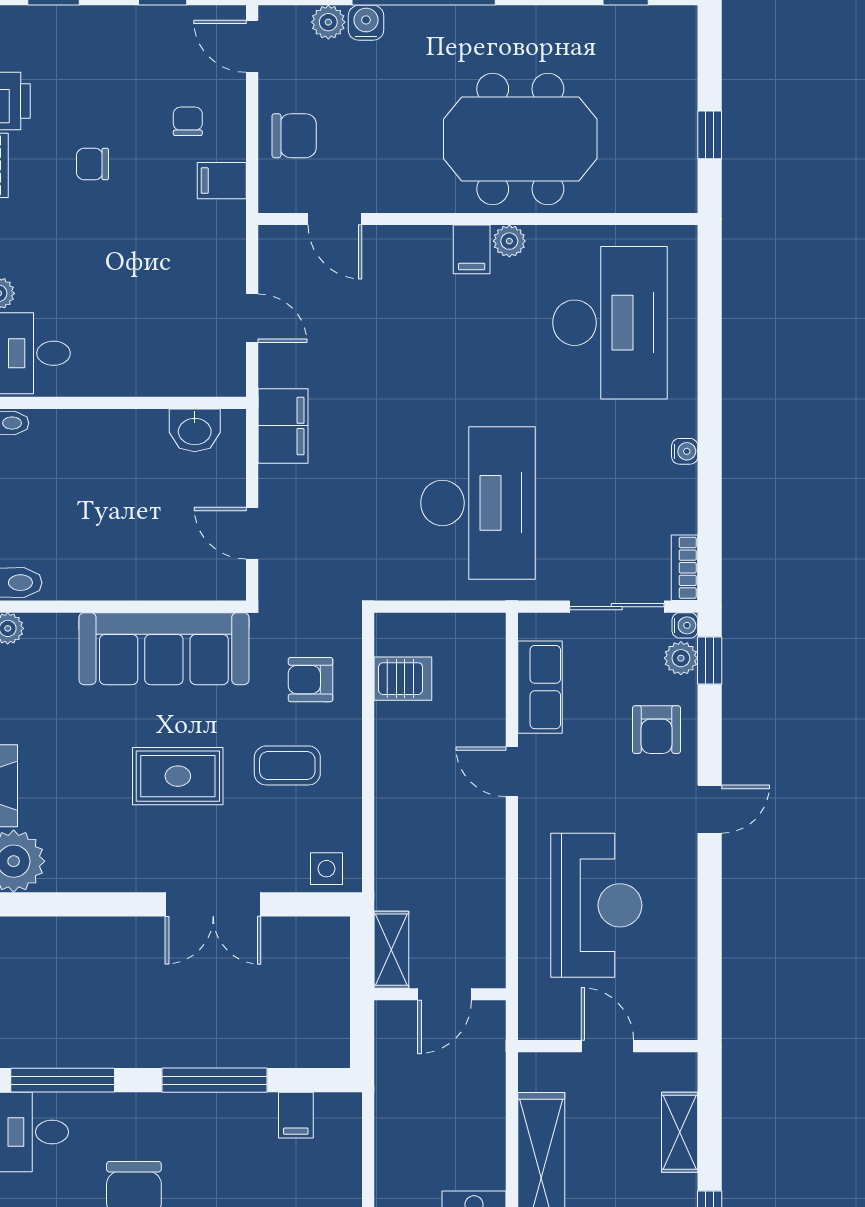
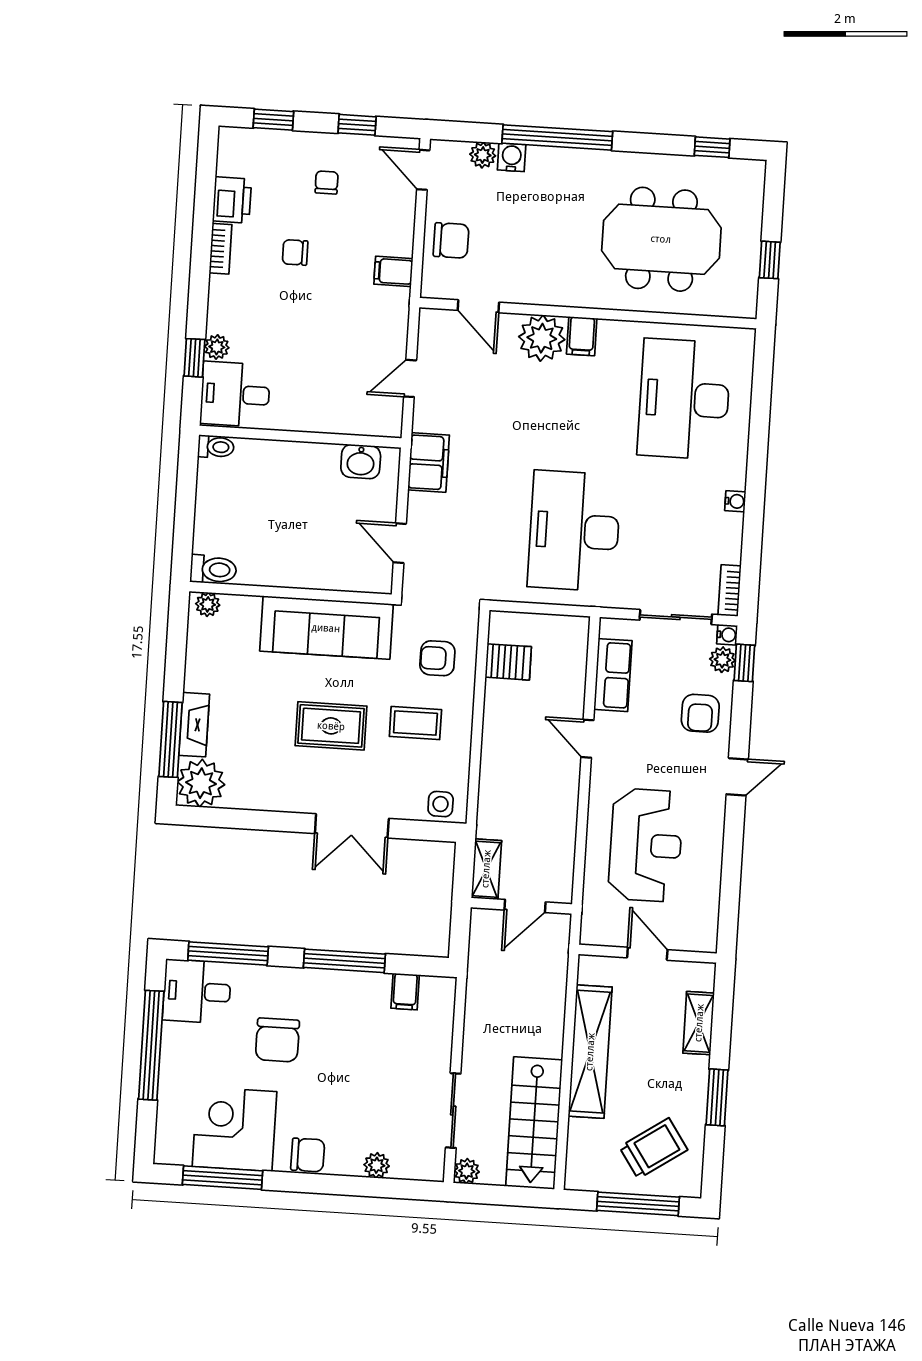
chair: (188, 121) -> (327, 182), moved
meeting table: (520, 139) -> (661, 239), moved
plant: (509, 241) -> (542, 338), moved, width x1.88, depth x1.88
door: (252, 318) -> (410, 378), swing flipped
desk: (610, 323) -> (684, 399), turned 180
desk: (478, 503) -> (574, 531), turned 180

